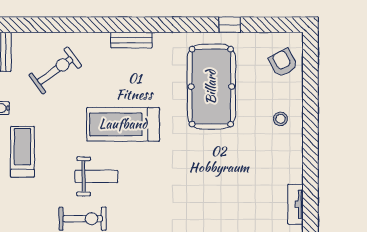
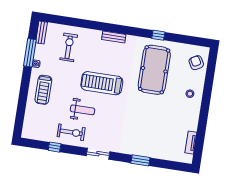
window: (230, 25) -> (158, 35), moved
exercise bike: (55, 70) -> (69, 47), turned -54
treadmill: (22, 152) -> (43, 90), turned 180

